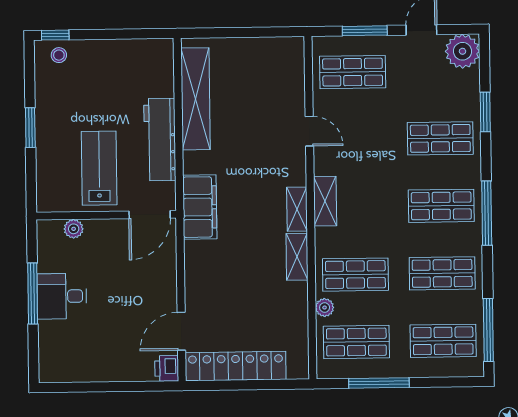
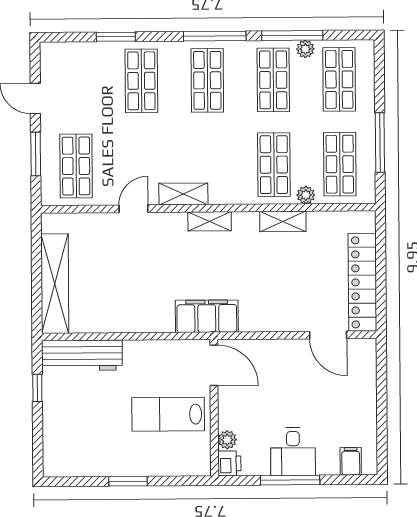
window: (55, 35) -> (37, 388), moved
plant: (462, 51) -> (305, 49), moved, width x0.53, depth x0.53
stool: (59, 55) -> (57, 453), removed
shelving: (196, 99) -> (55, 284), moved, turned 90
workbench: (160, 140) -> (82, 355), moved
shelving: (325, 201) -> (183, 194), moved
shelving: (297, 257) -> (283, 221), moved
window: (488, 330) -> (292, 35), moved
filing cabinet: (52, 355) -> (351, 461), added
printer: (167, 368) -> (229, 463), moved, turned -90

